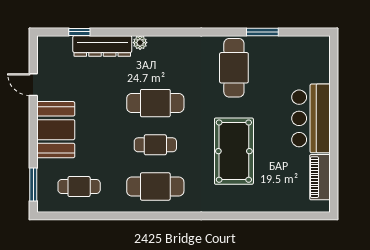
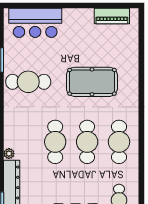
bar counter: (311, 118) -> (35, 23), moved
cafe table: (155, 145) -> (87, 142), width x1.37, depth x1.35

